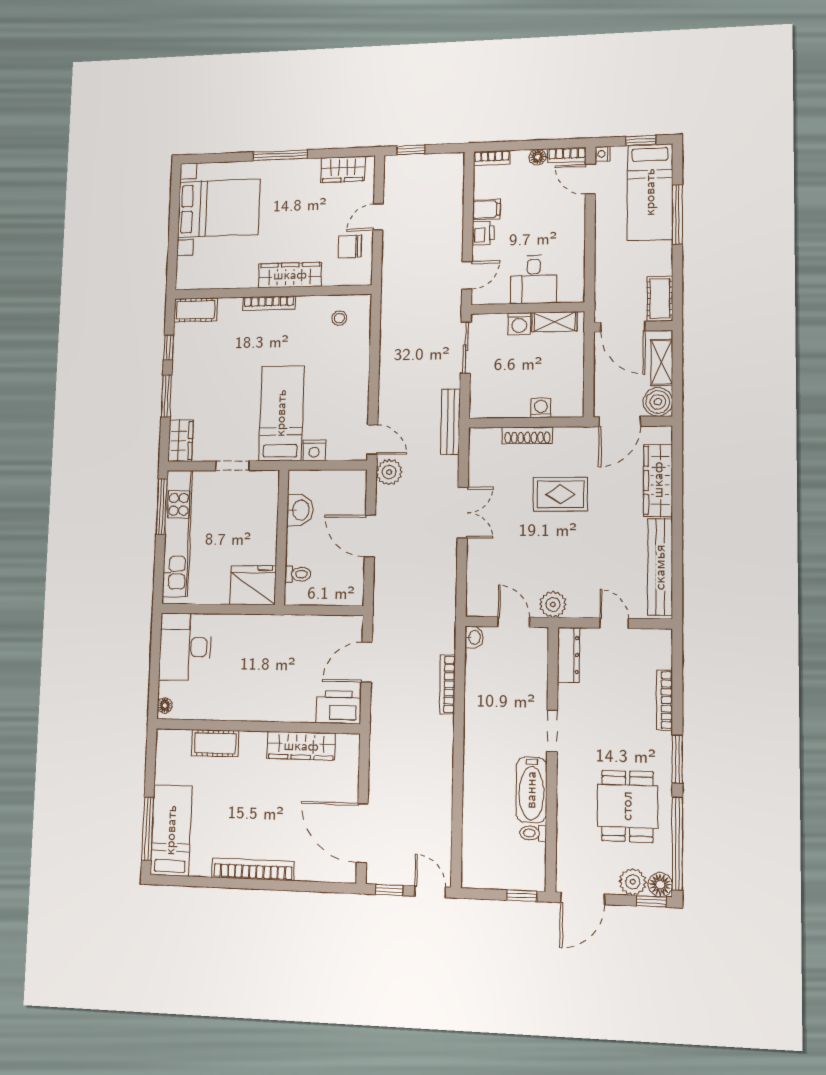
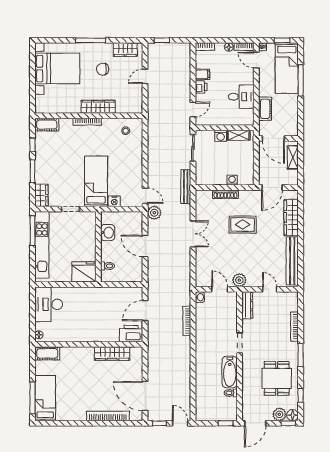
chair: (350, 247) -> (103, 69), moved
desk: (534, 279) -> (241, 97), moved, turned -90
cot: (660, 299) -> (265, 109), moved
boiler: (658, 402) -> (291, 178), removed
cot: (215, 743) -> (47, 353), moved
window: (677, 843) -> (301, 395), width x0.32
bookcase: (253, 869) -> (108, 416), moved

